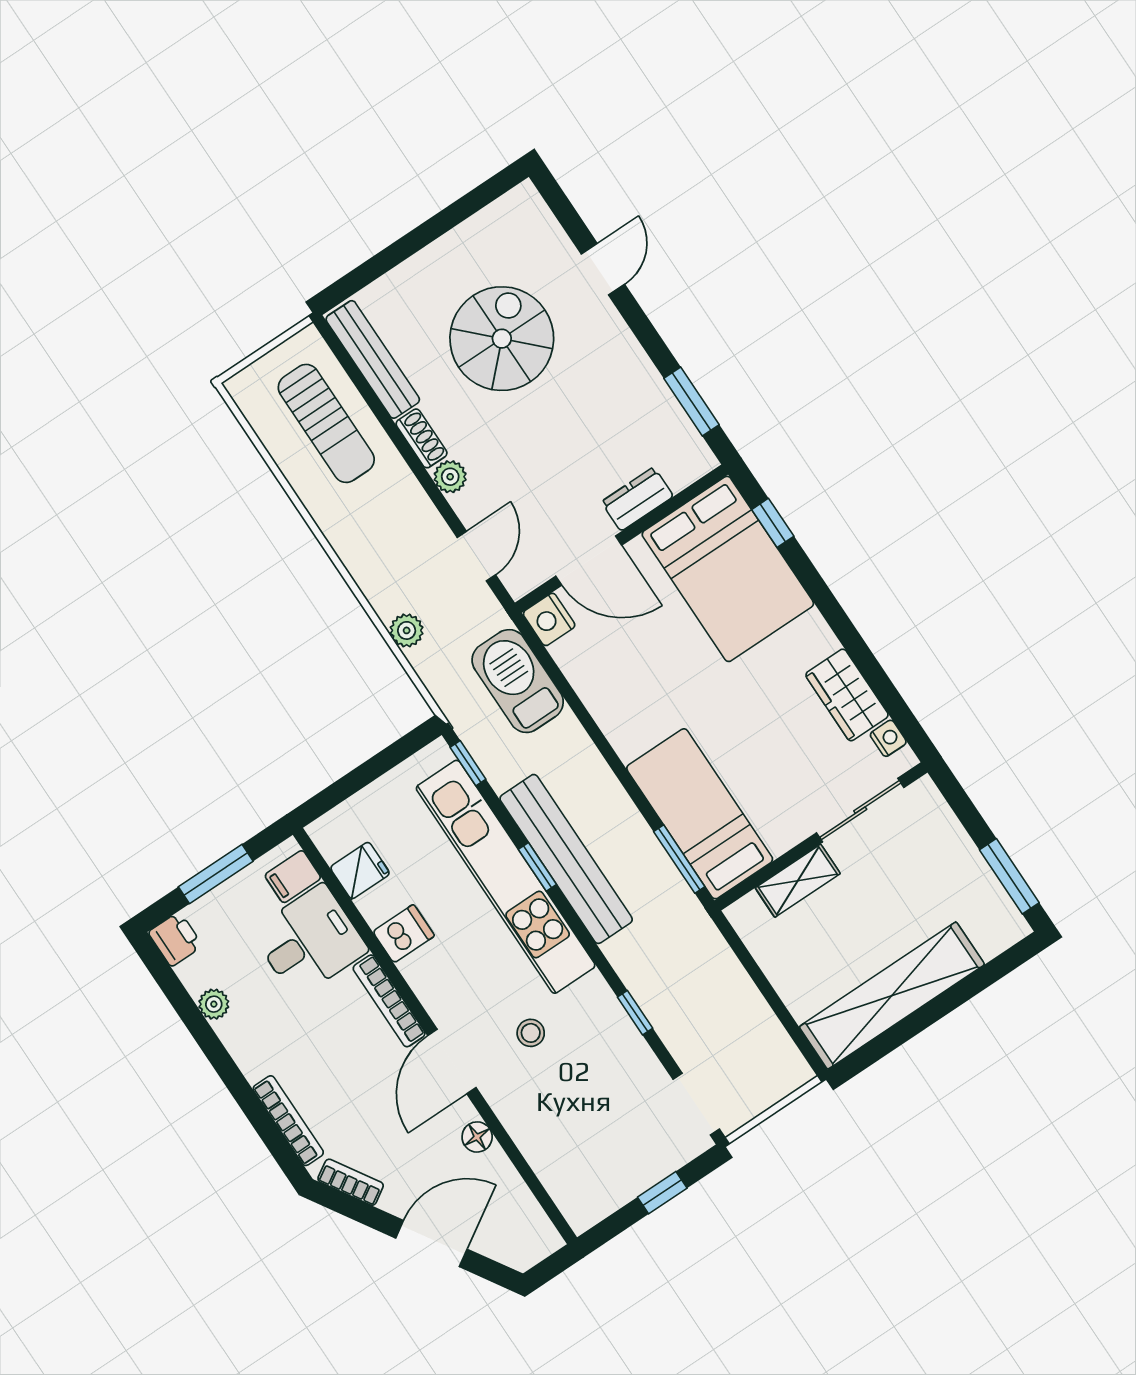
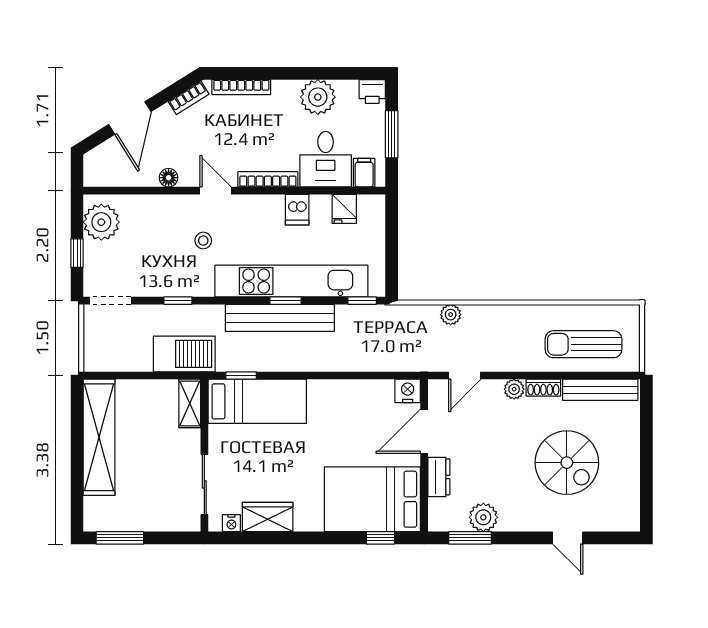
plant: (652, 402) -> (483, 517), added
door: (476, 556) -> (465, 375), hinge flipped
barbecue: (518, 681) -> (184, 354), moved
window: (679, 859) -> (241, 375), width x0.67
shelving: (798, 881) -> (190, 403), moved
plant: (214, 1004) -> (318, 97), width x1.88, depth x1.88
door: (452, 1062) -> (216, 191), width x0.73
plant: (598, 1188) -> (101, 222), added

